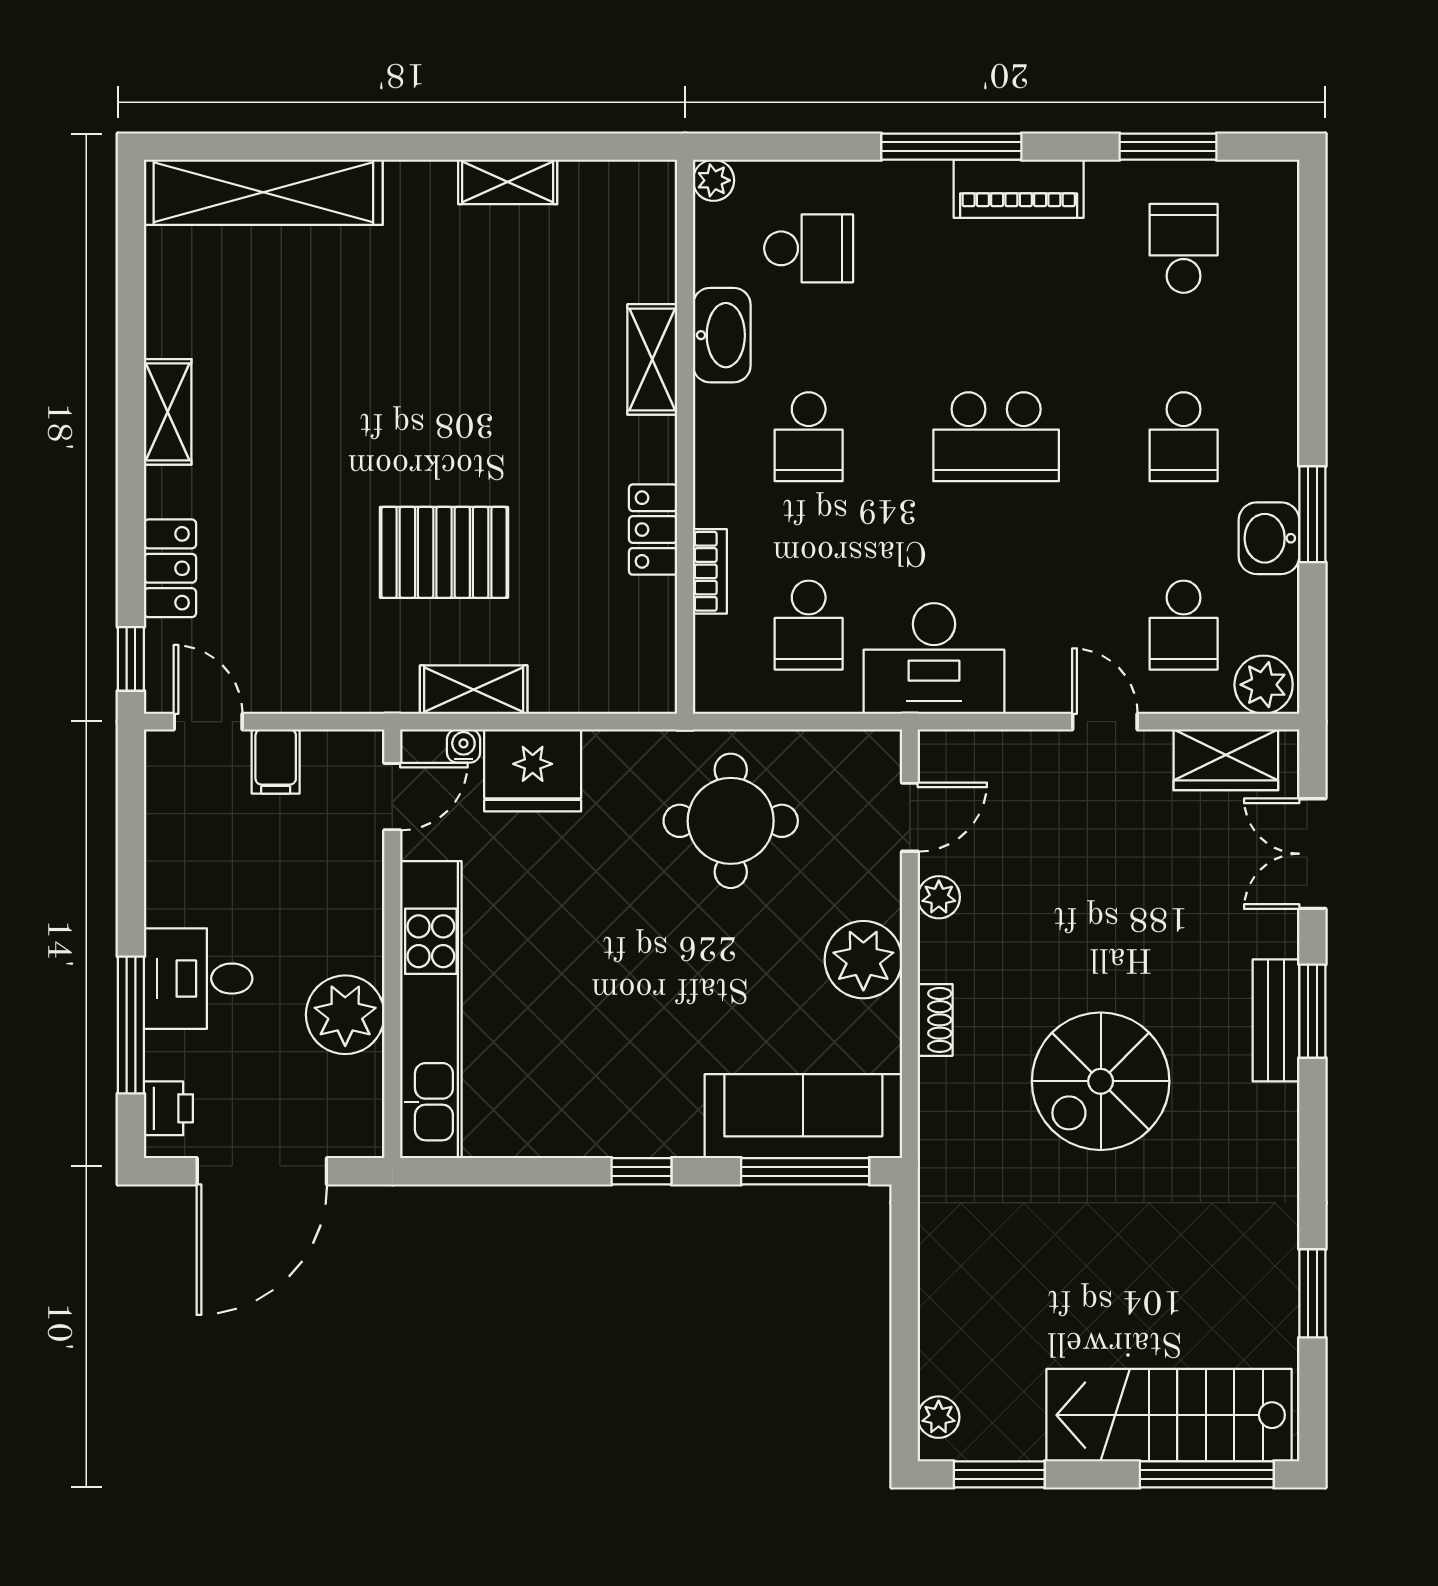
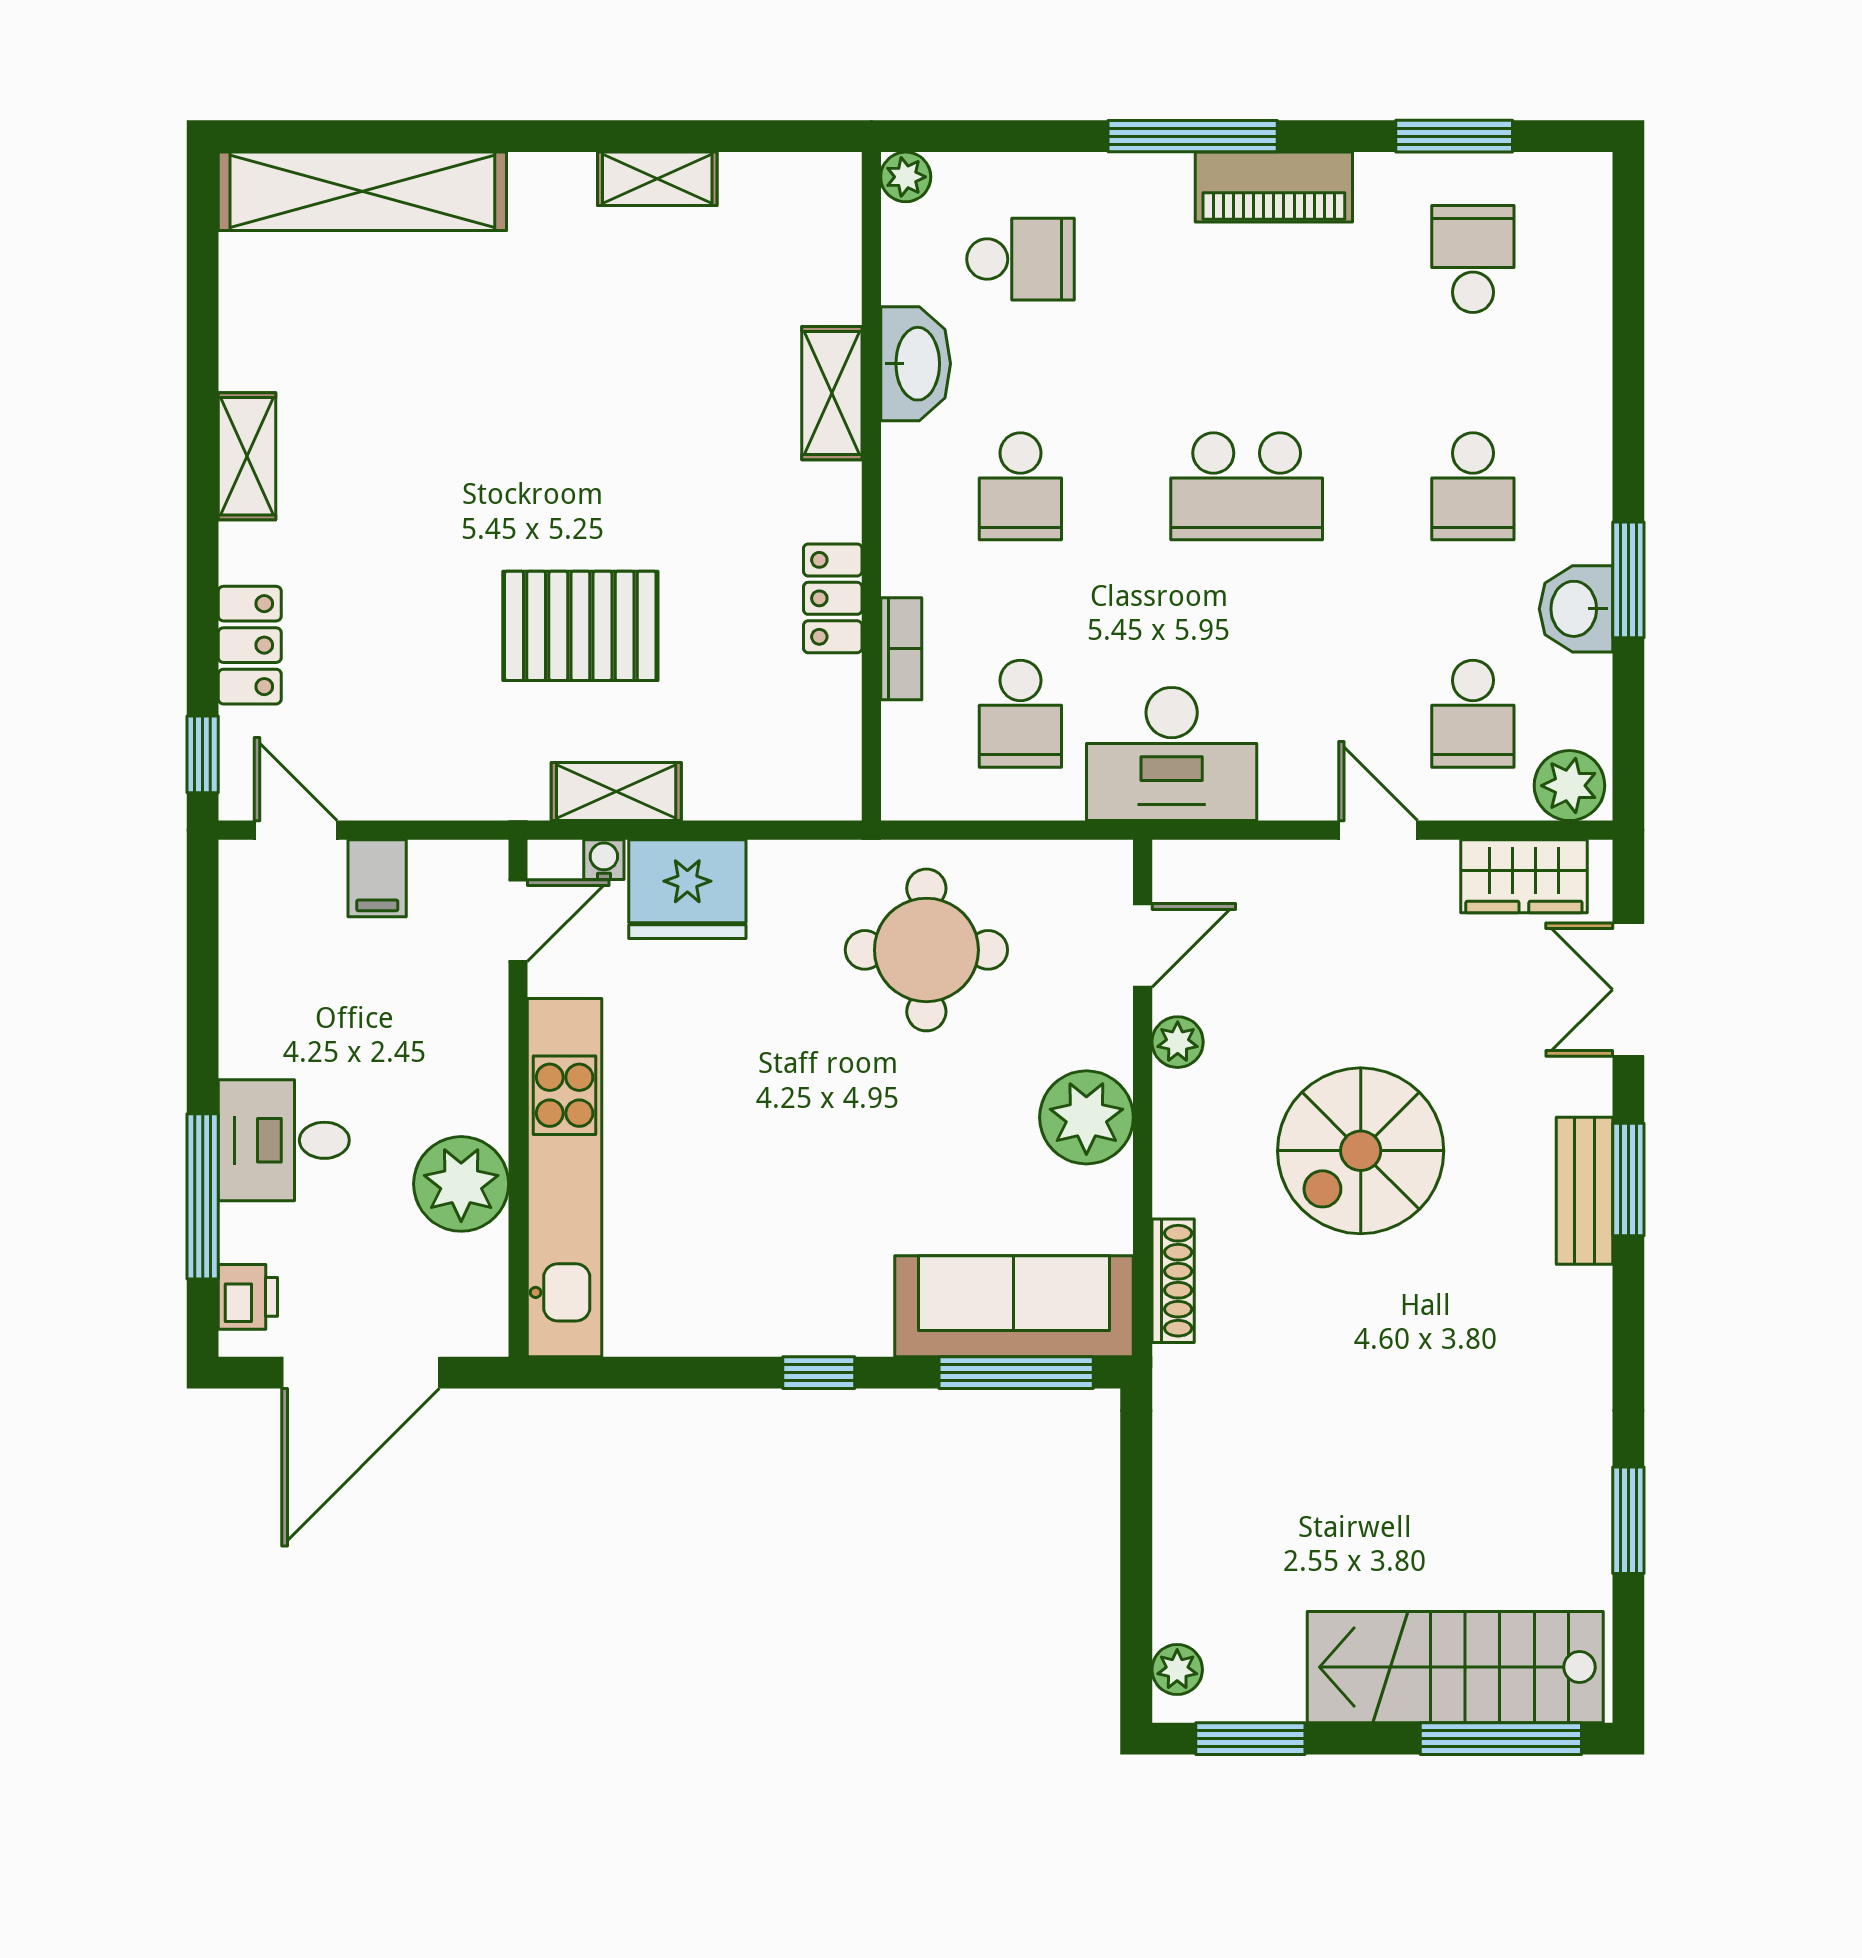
shoe rack: (935, 1020) -> (1173, 1281), moved, width x1.43
spiral stairs: (1101, 1081) -> (1361, 1151), moved

